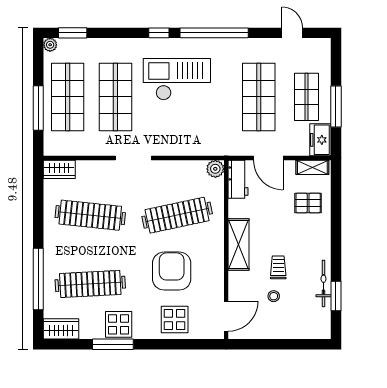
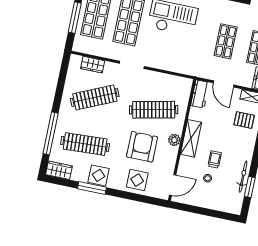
shop shelf: (259, 97) -> (226, 41), width x0.70, depth x0.74
wardrobe: (59, 169) -> (93, 65), moved
plant: (215, 169) -> (174, 140), moved
clothes rail: (90, 215) -> (95, 97), turned -30

